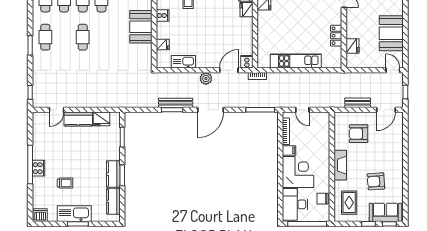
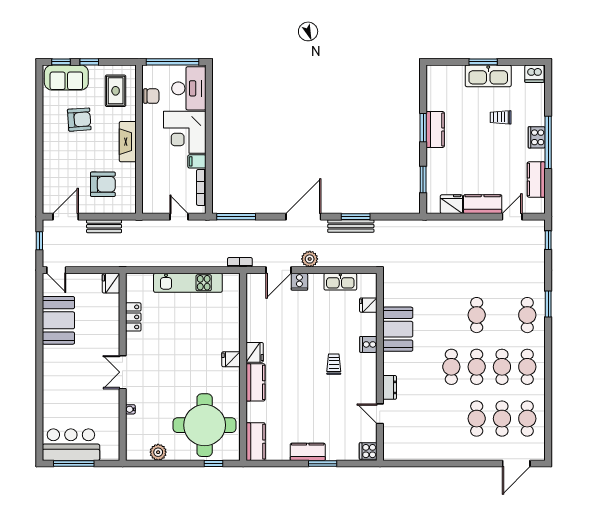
fridge: (352, 46) -> (111, 283), moved
cooker: (247, 62) -> (299, 282), moved
kitchen counter: (113, 201) -> (536, 180), moved, turned 180

